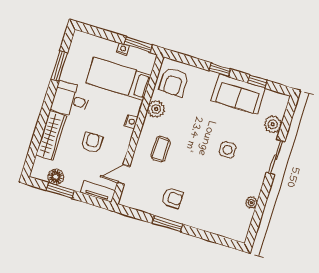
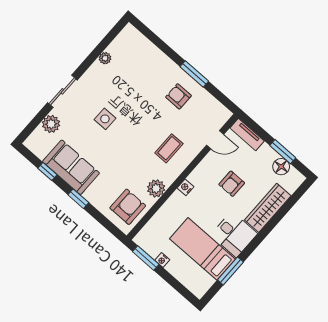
bed: (118, 79) -> (202, 249), moved, turned 180

